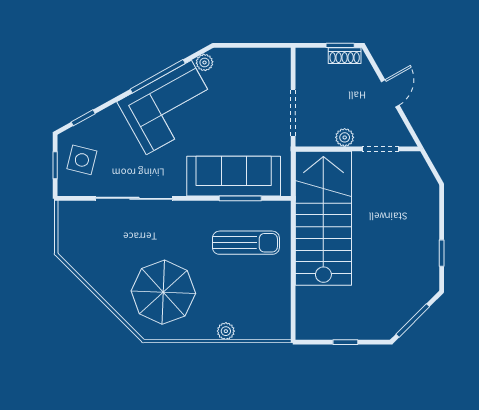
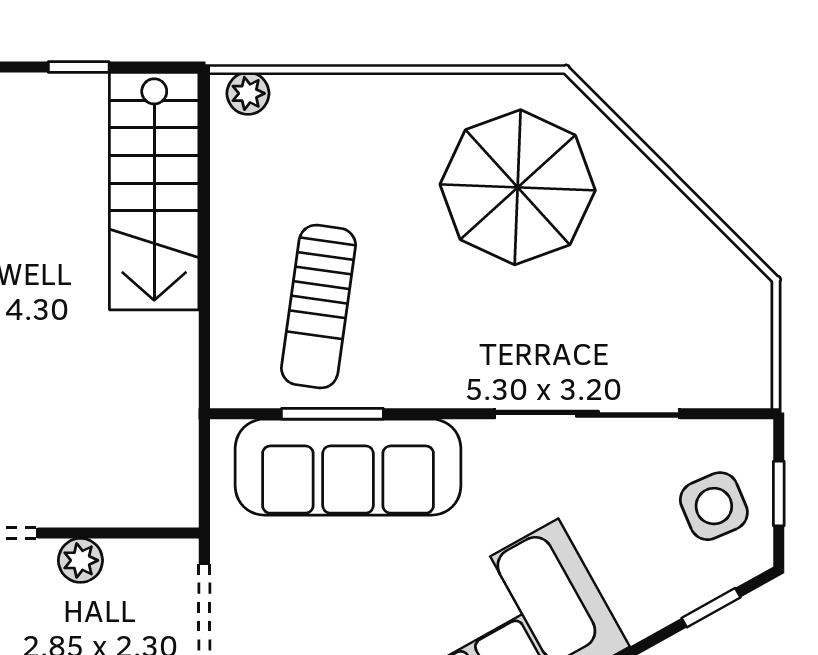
side table: (82, 160) -> (714, 506), turned -37
stairs: (323, 218) -> (154, 191), moved, width x0.73, depth x0.66
sun lounger: (246, 243) -> (319, 307), turned -82
plant: (226, 331) -> (248, 93), moved

